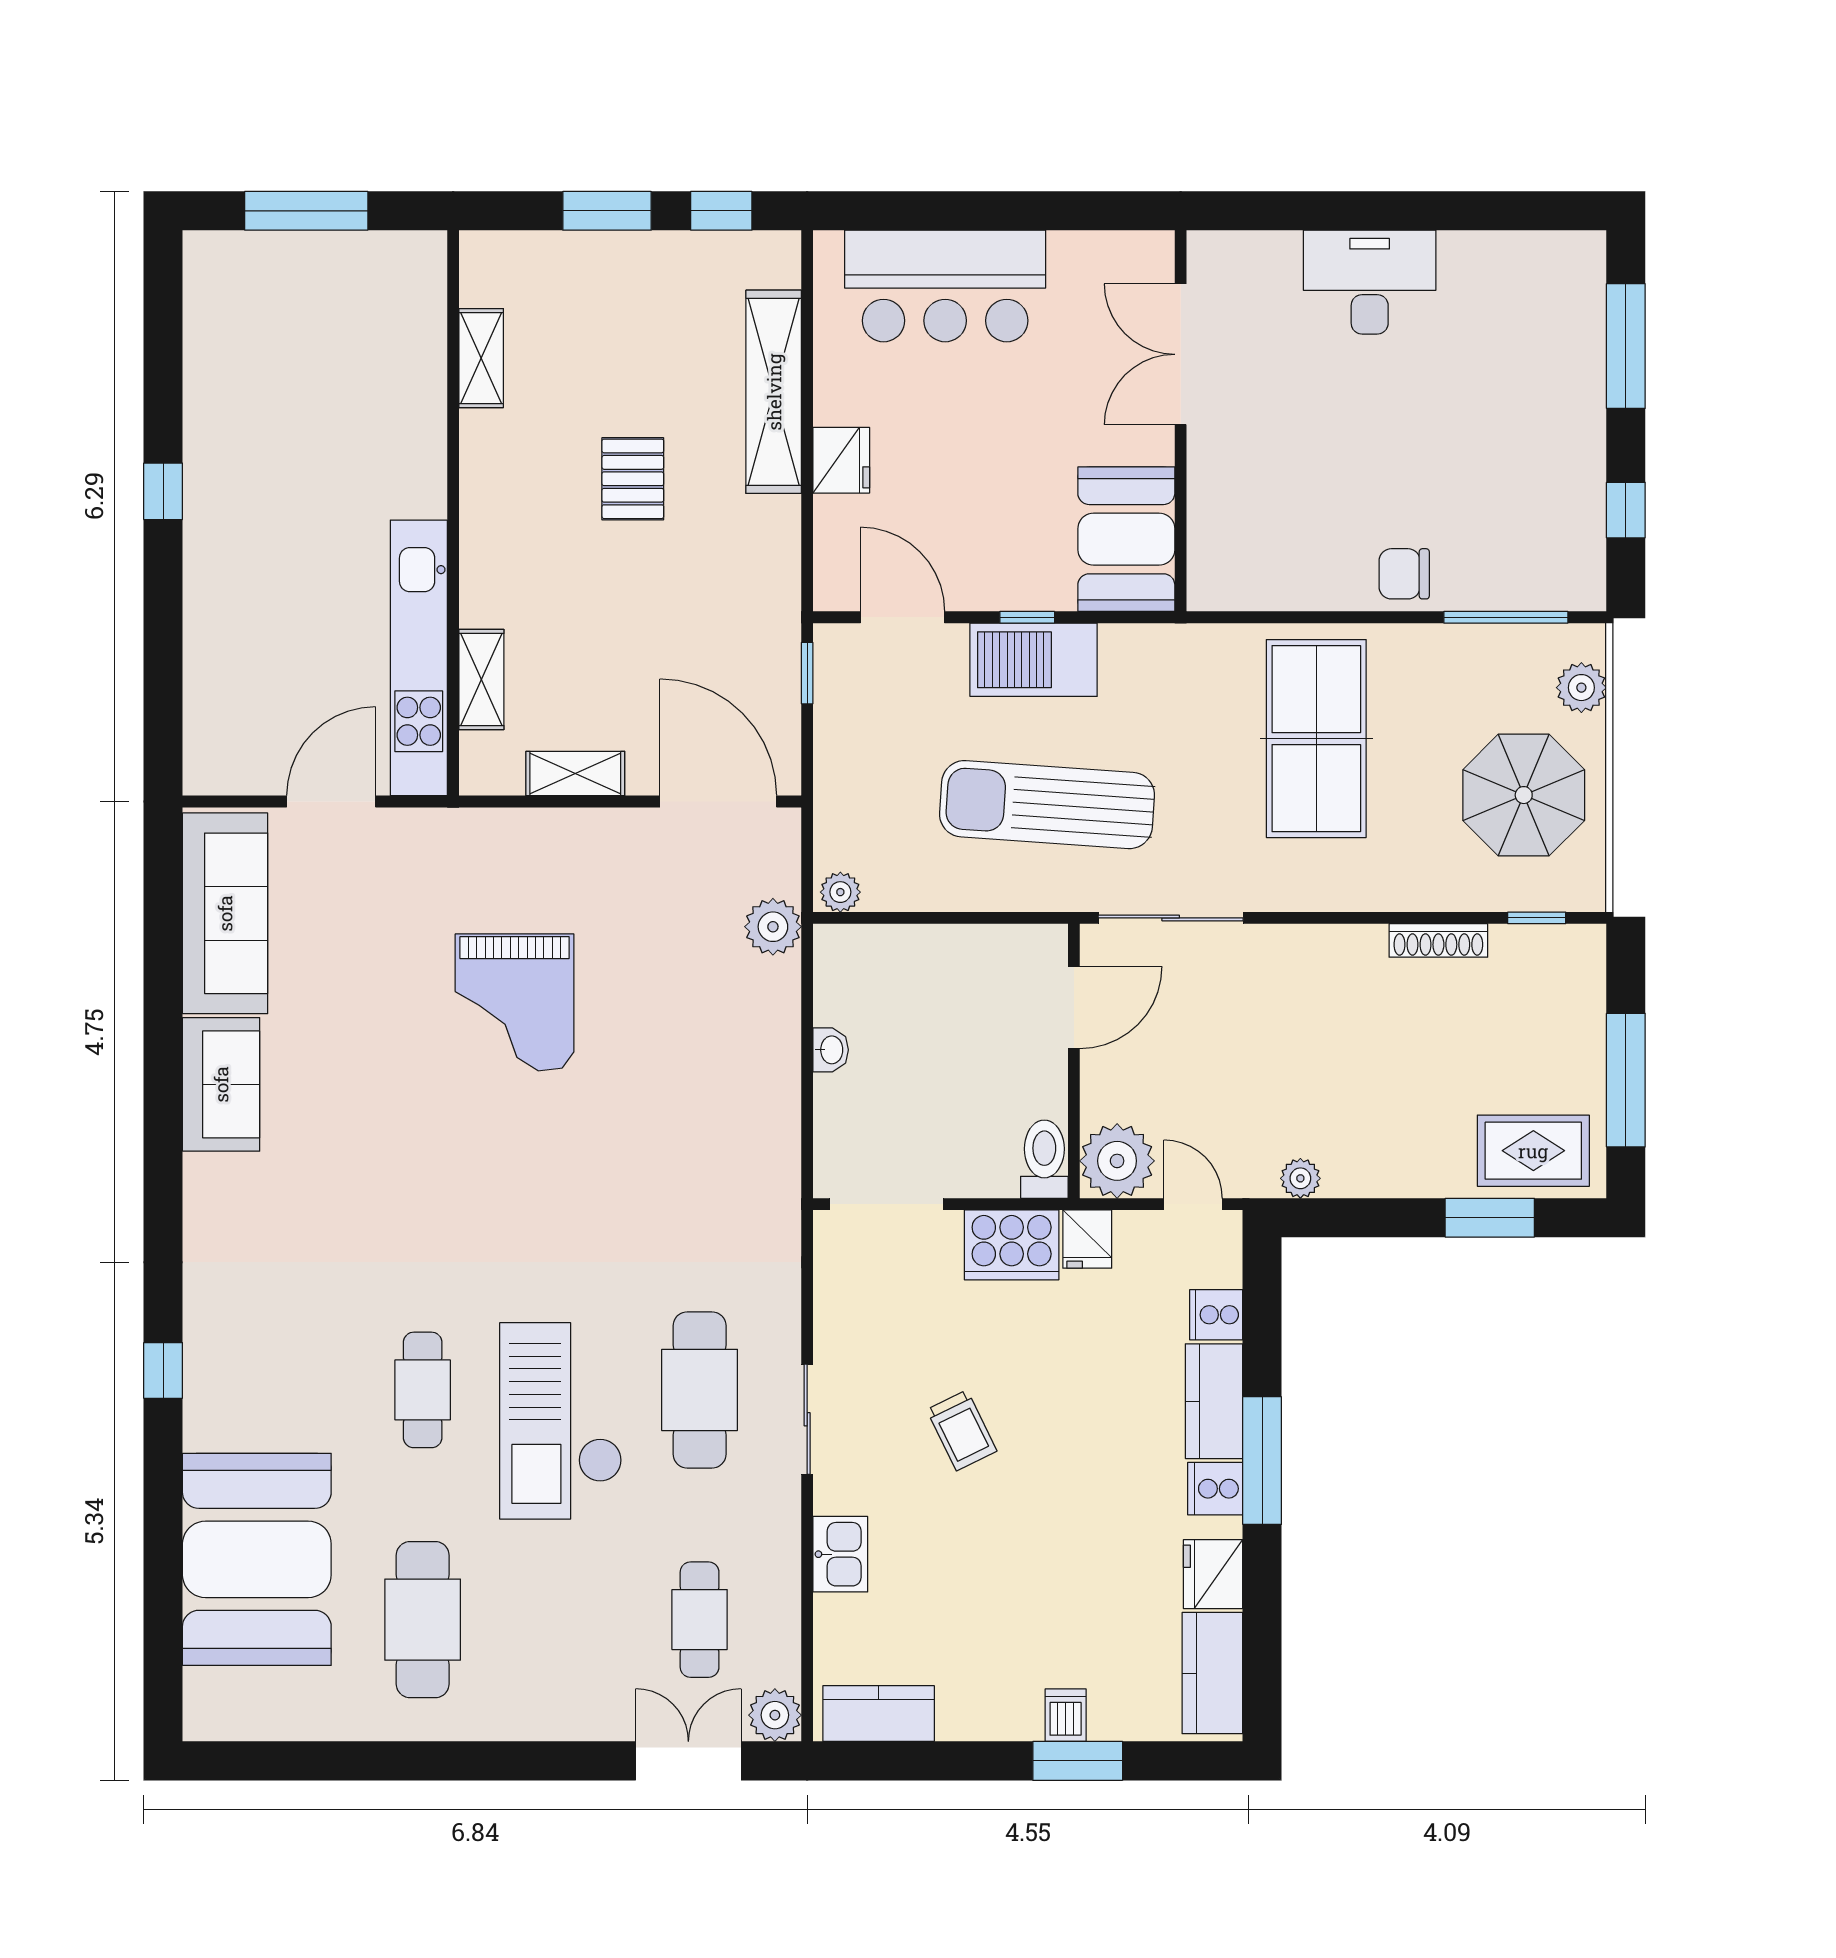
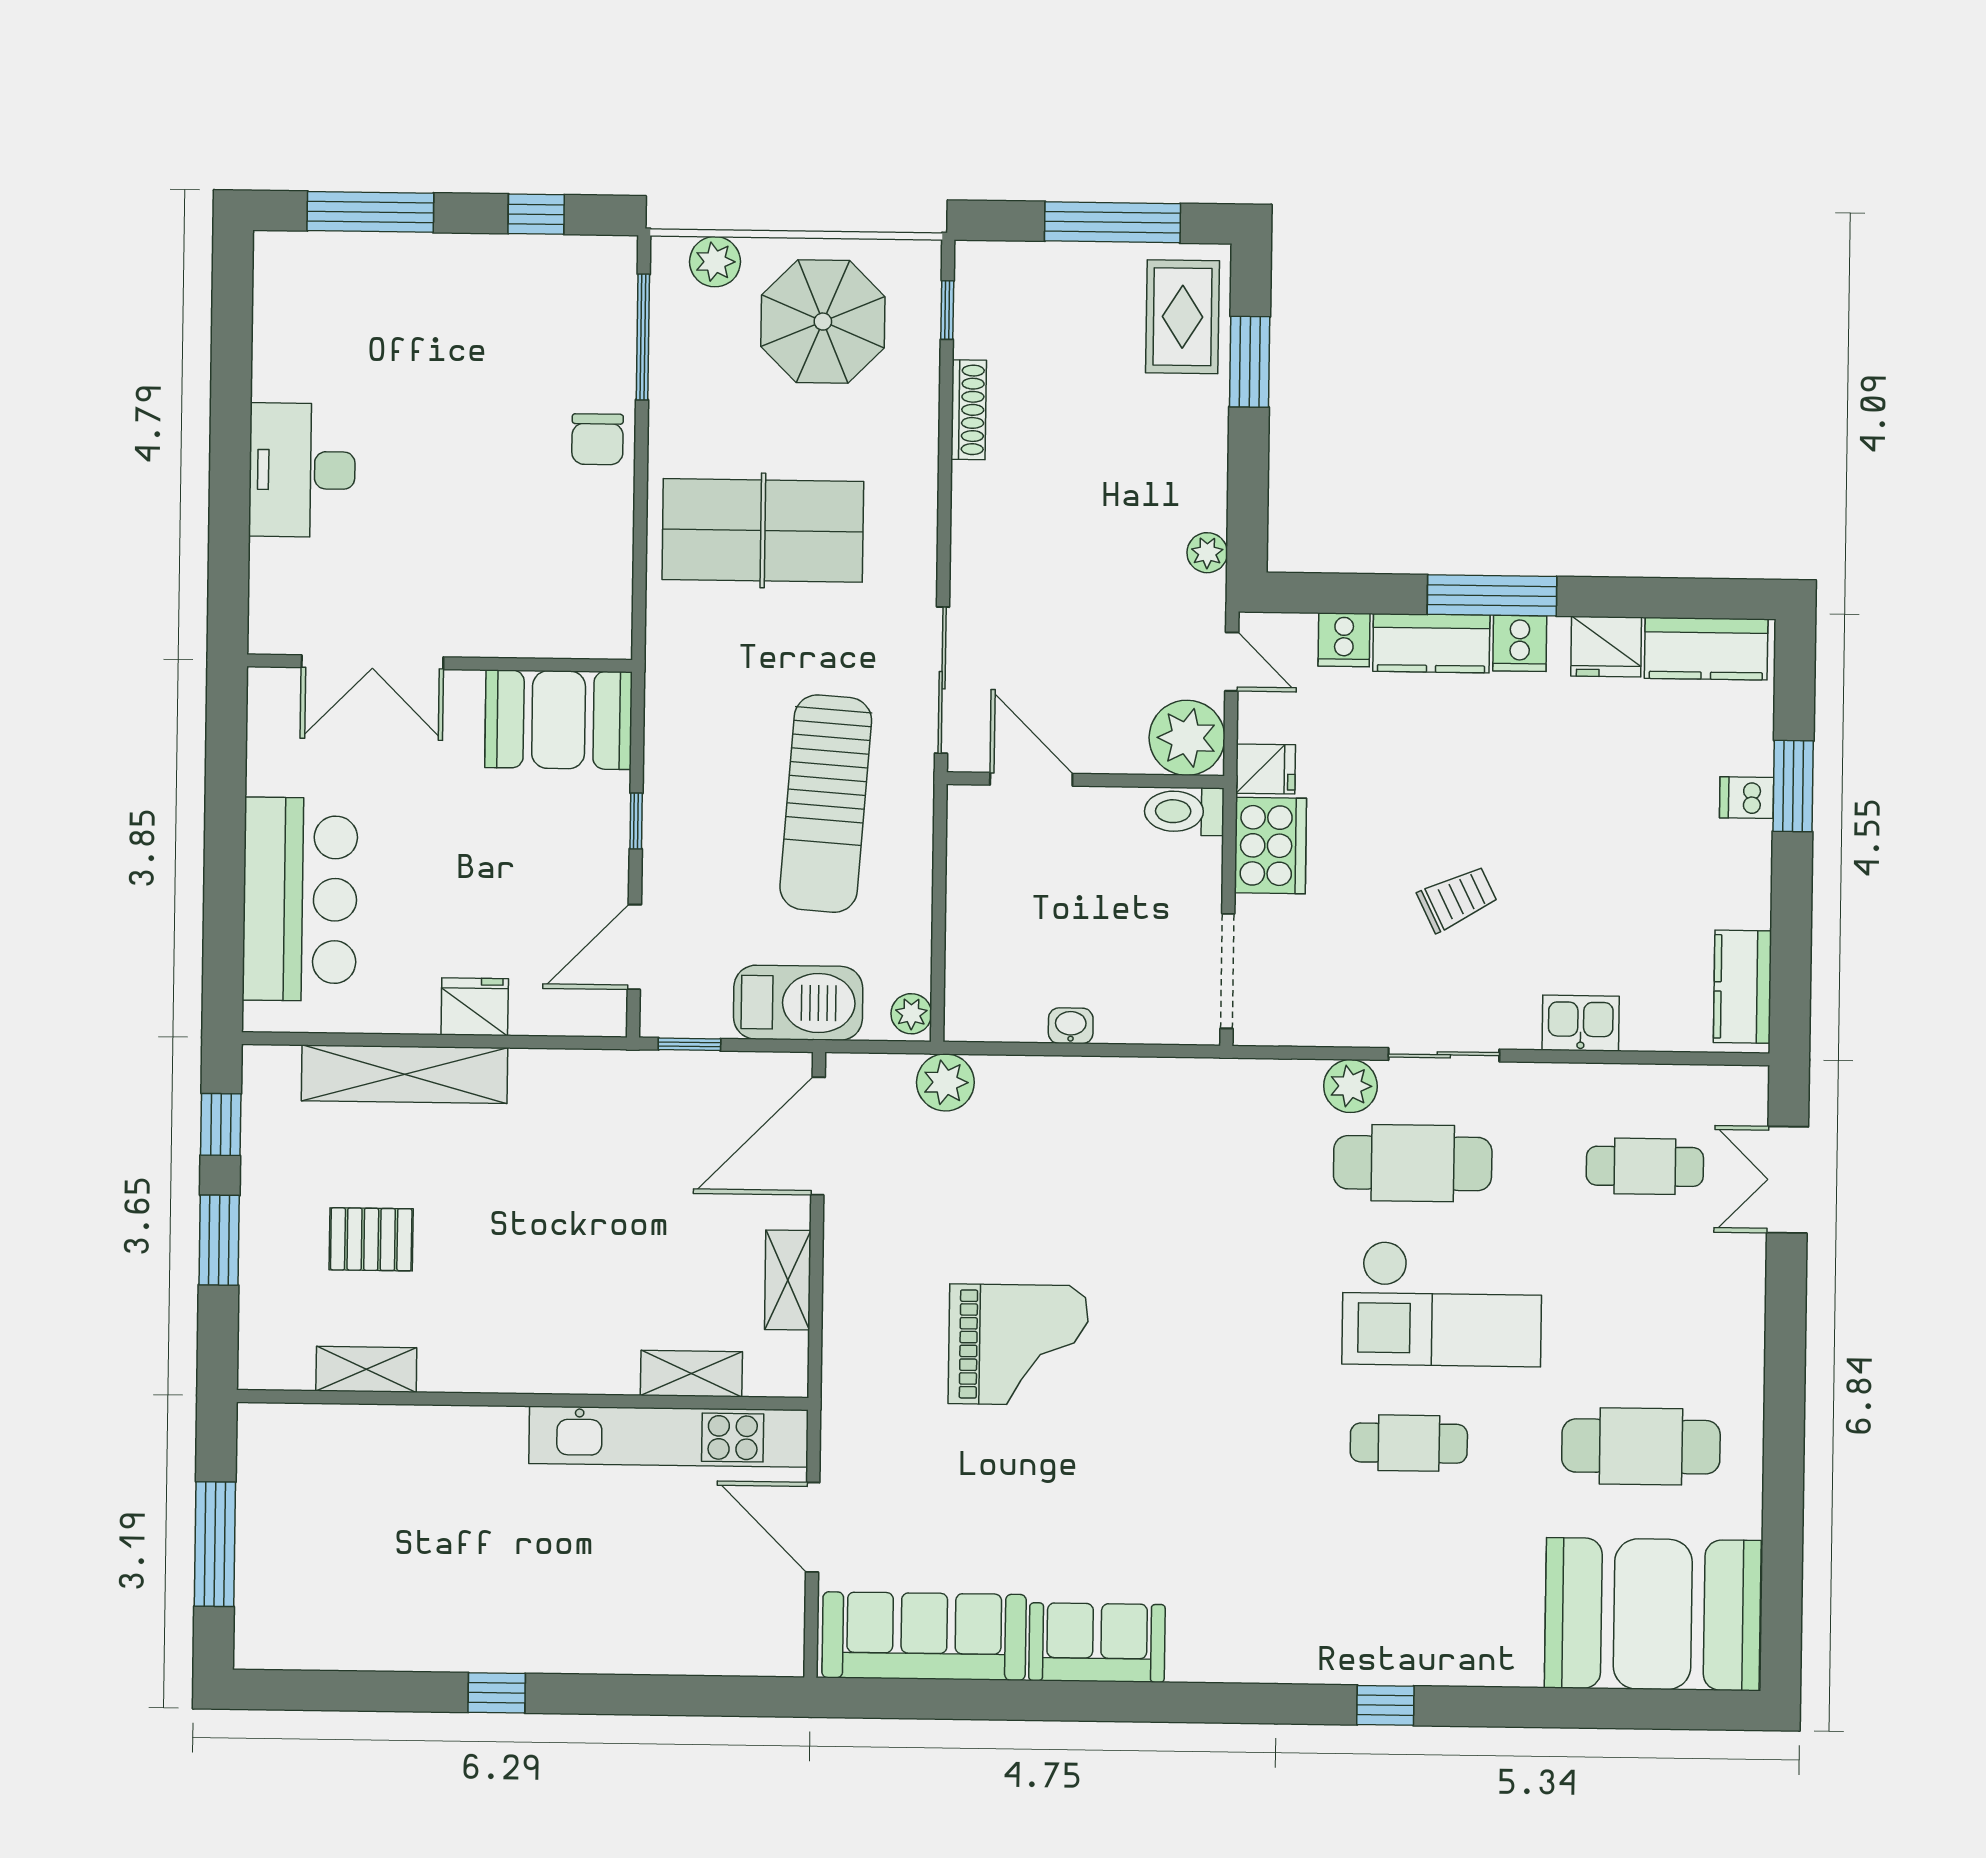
pallet: (633, 479) -> (371, 1239), moved
barbecue: (1034, 660) -> (798, 1003), moved, turned -90
door: (1193, 1204) -> (1232, 662), swing flipped
booth: (257, 1559) -> (1653, 1614), moved
plant: (775, 1715) -> (1350, 1086), moved

